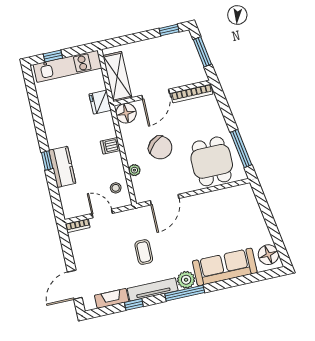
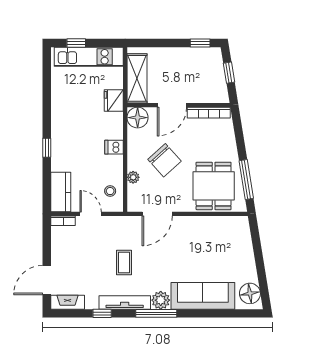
window: (202, 52) -> (229, 73), width x0.67
kitchen counter: (62, 167) -> (61, 192), moved
fireplace: (112, 298) -> (68, 302), moved

